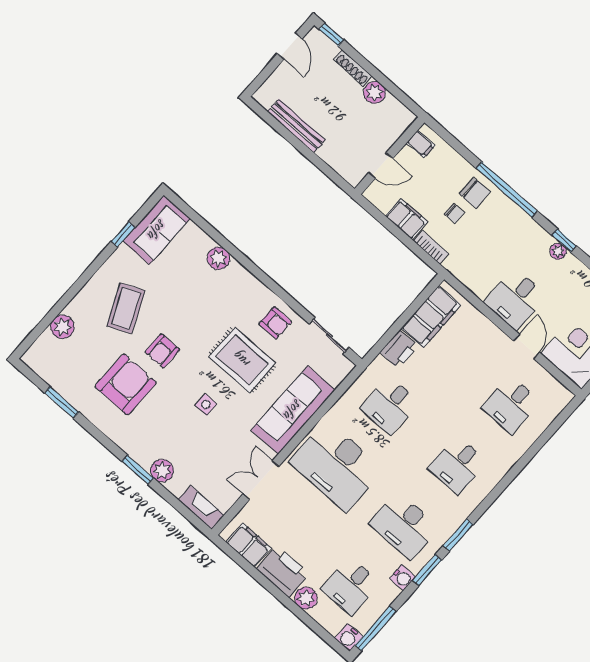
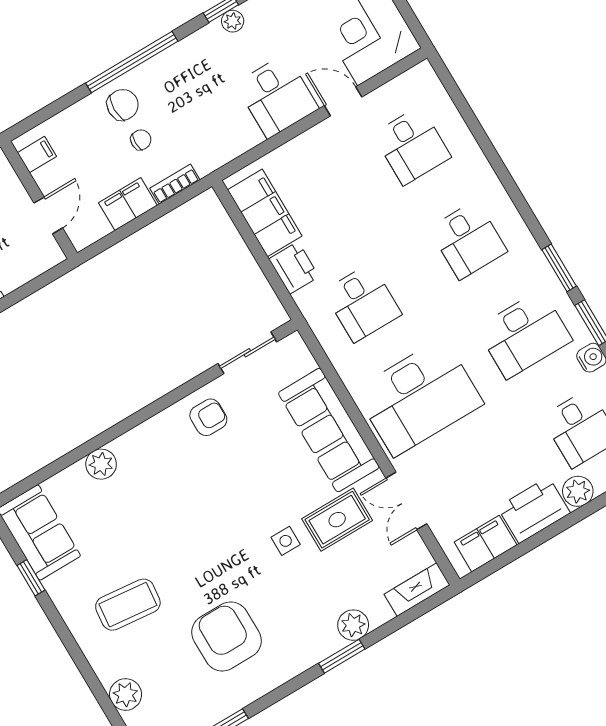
coffee table: (126, 308) -> (128, 605), turned -60
armchair: (162, 351) -> (198, 575), removed
rug: (242, 360) -> (337, 520), moved, width x0.73, depth x0.70

